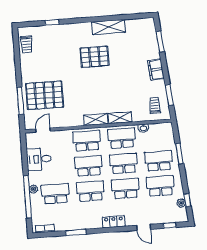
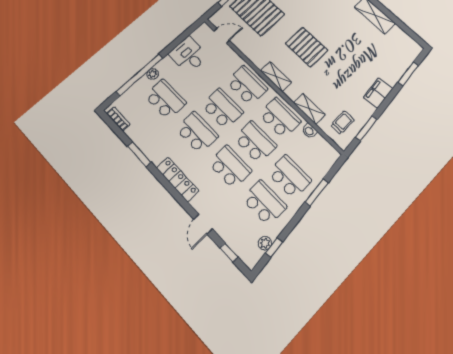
pallet: (94, 57) -> (307, 47), moved
shelving: (120, 118) -> (309, 109), moved
locker: (114, 222) -> (178, 179), width x1.53

